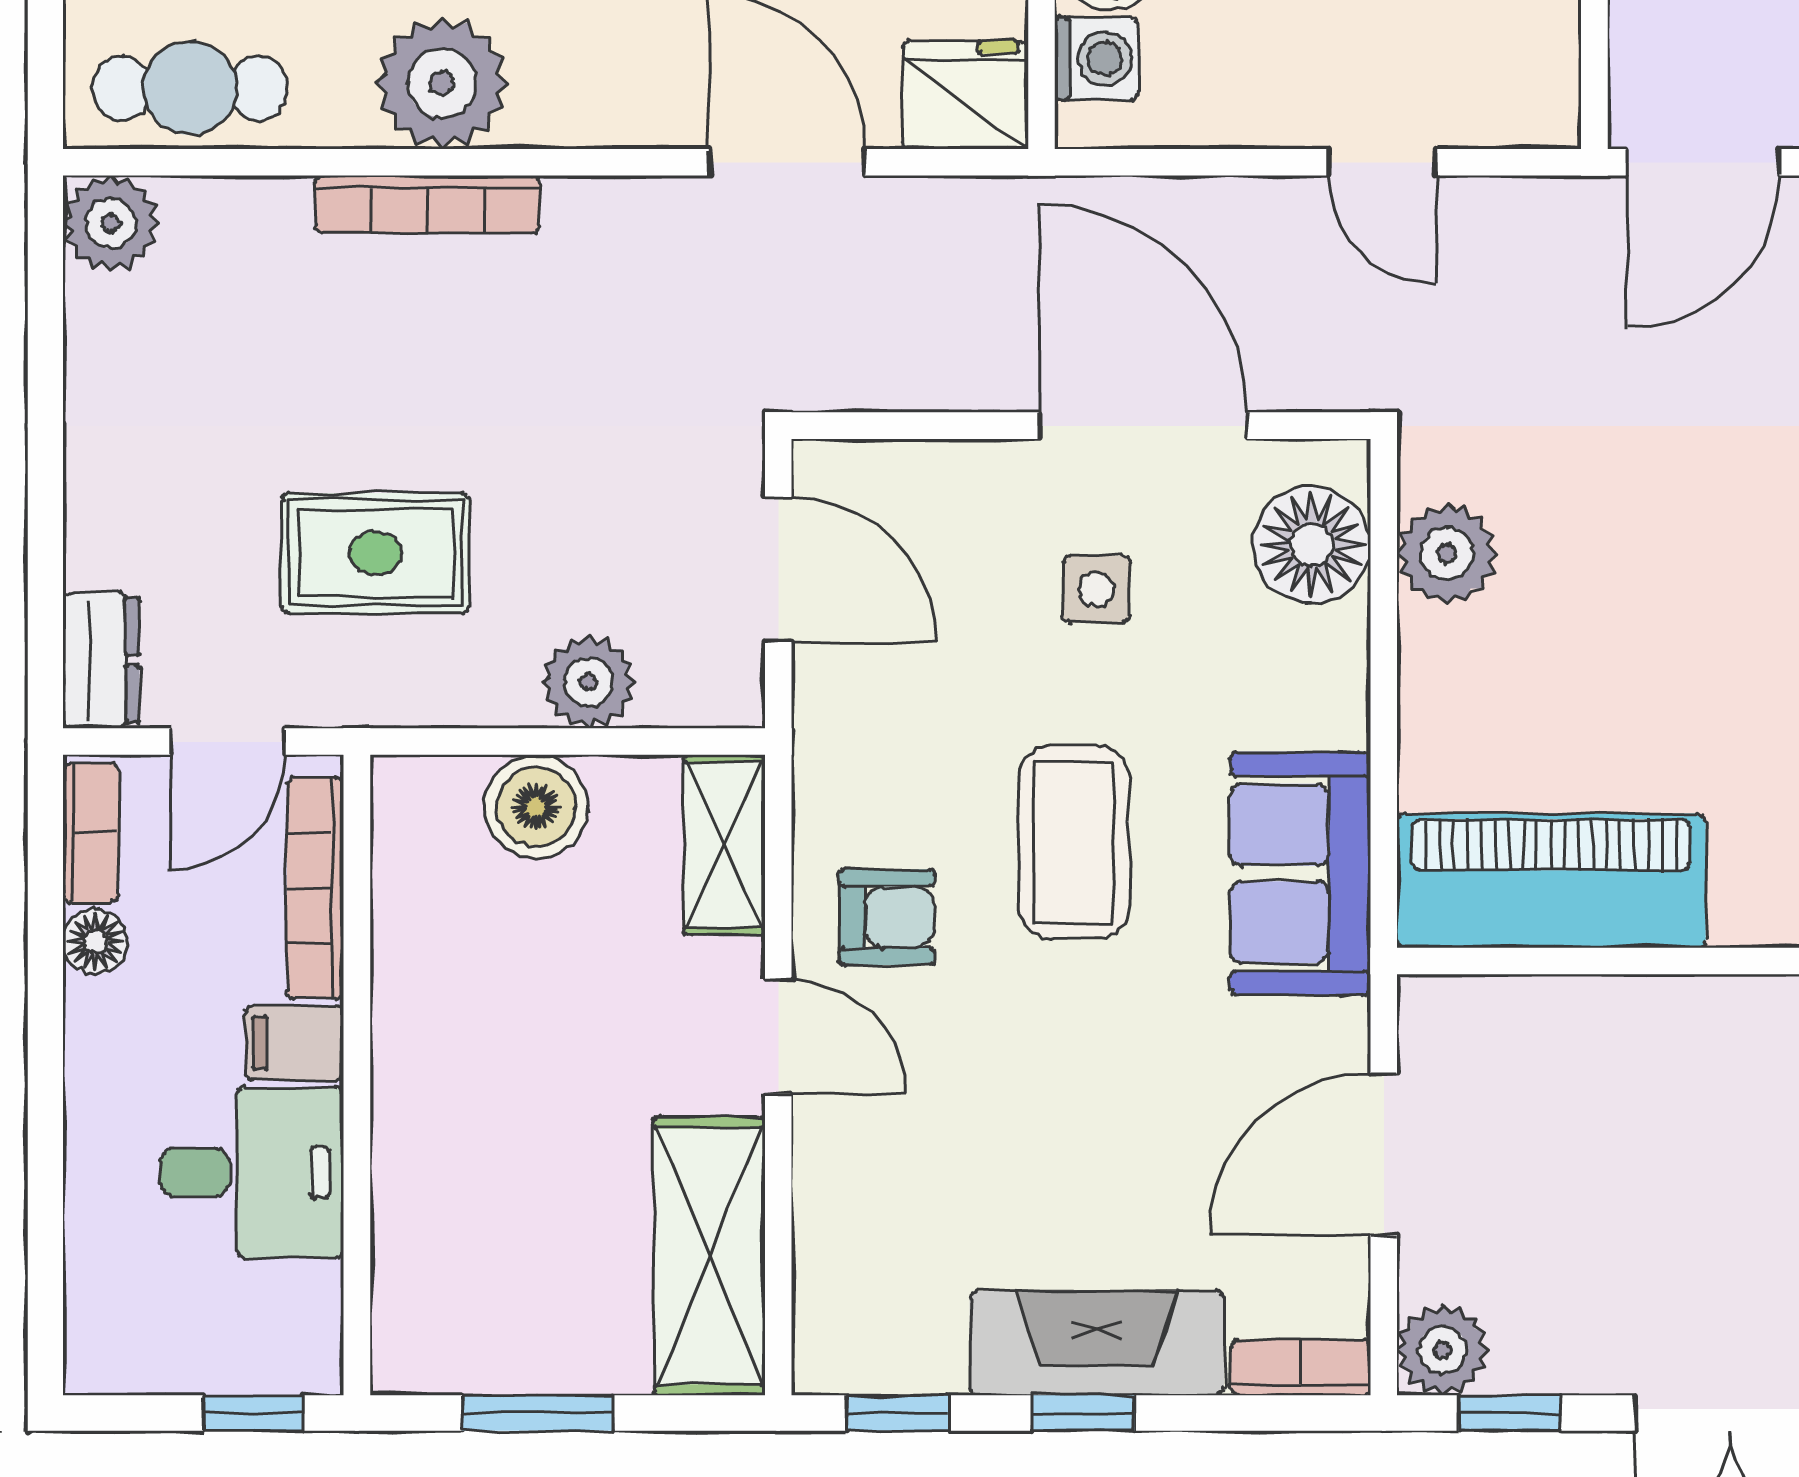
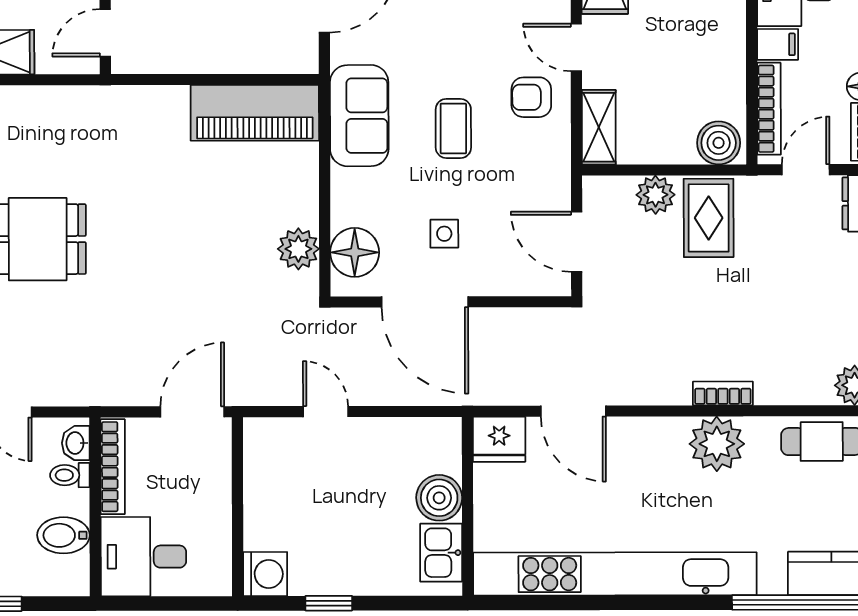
washing machine: (1096, 58) -> (445, 455), removed
bookcase: (427, 204) -> (723, 393), width x0.64
rug: (376, 553) -> (709, 218), moved, turned 90
boiler: (536, 807) -> (719, 143), moved
coffee table: (1074, 842) -> (453, 129), width x0.73, depth x0.77

